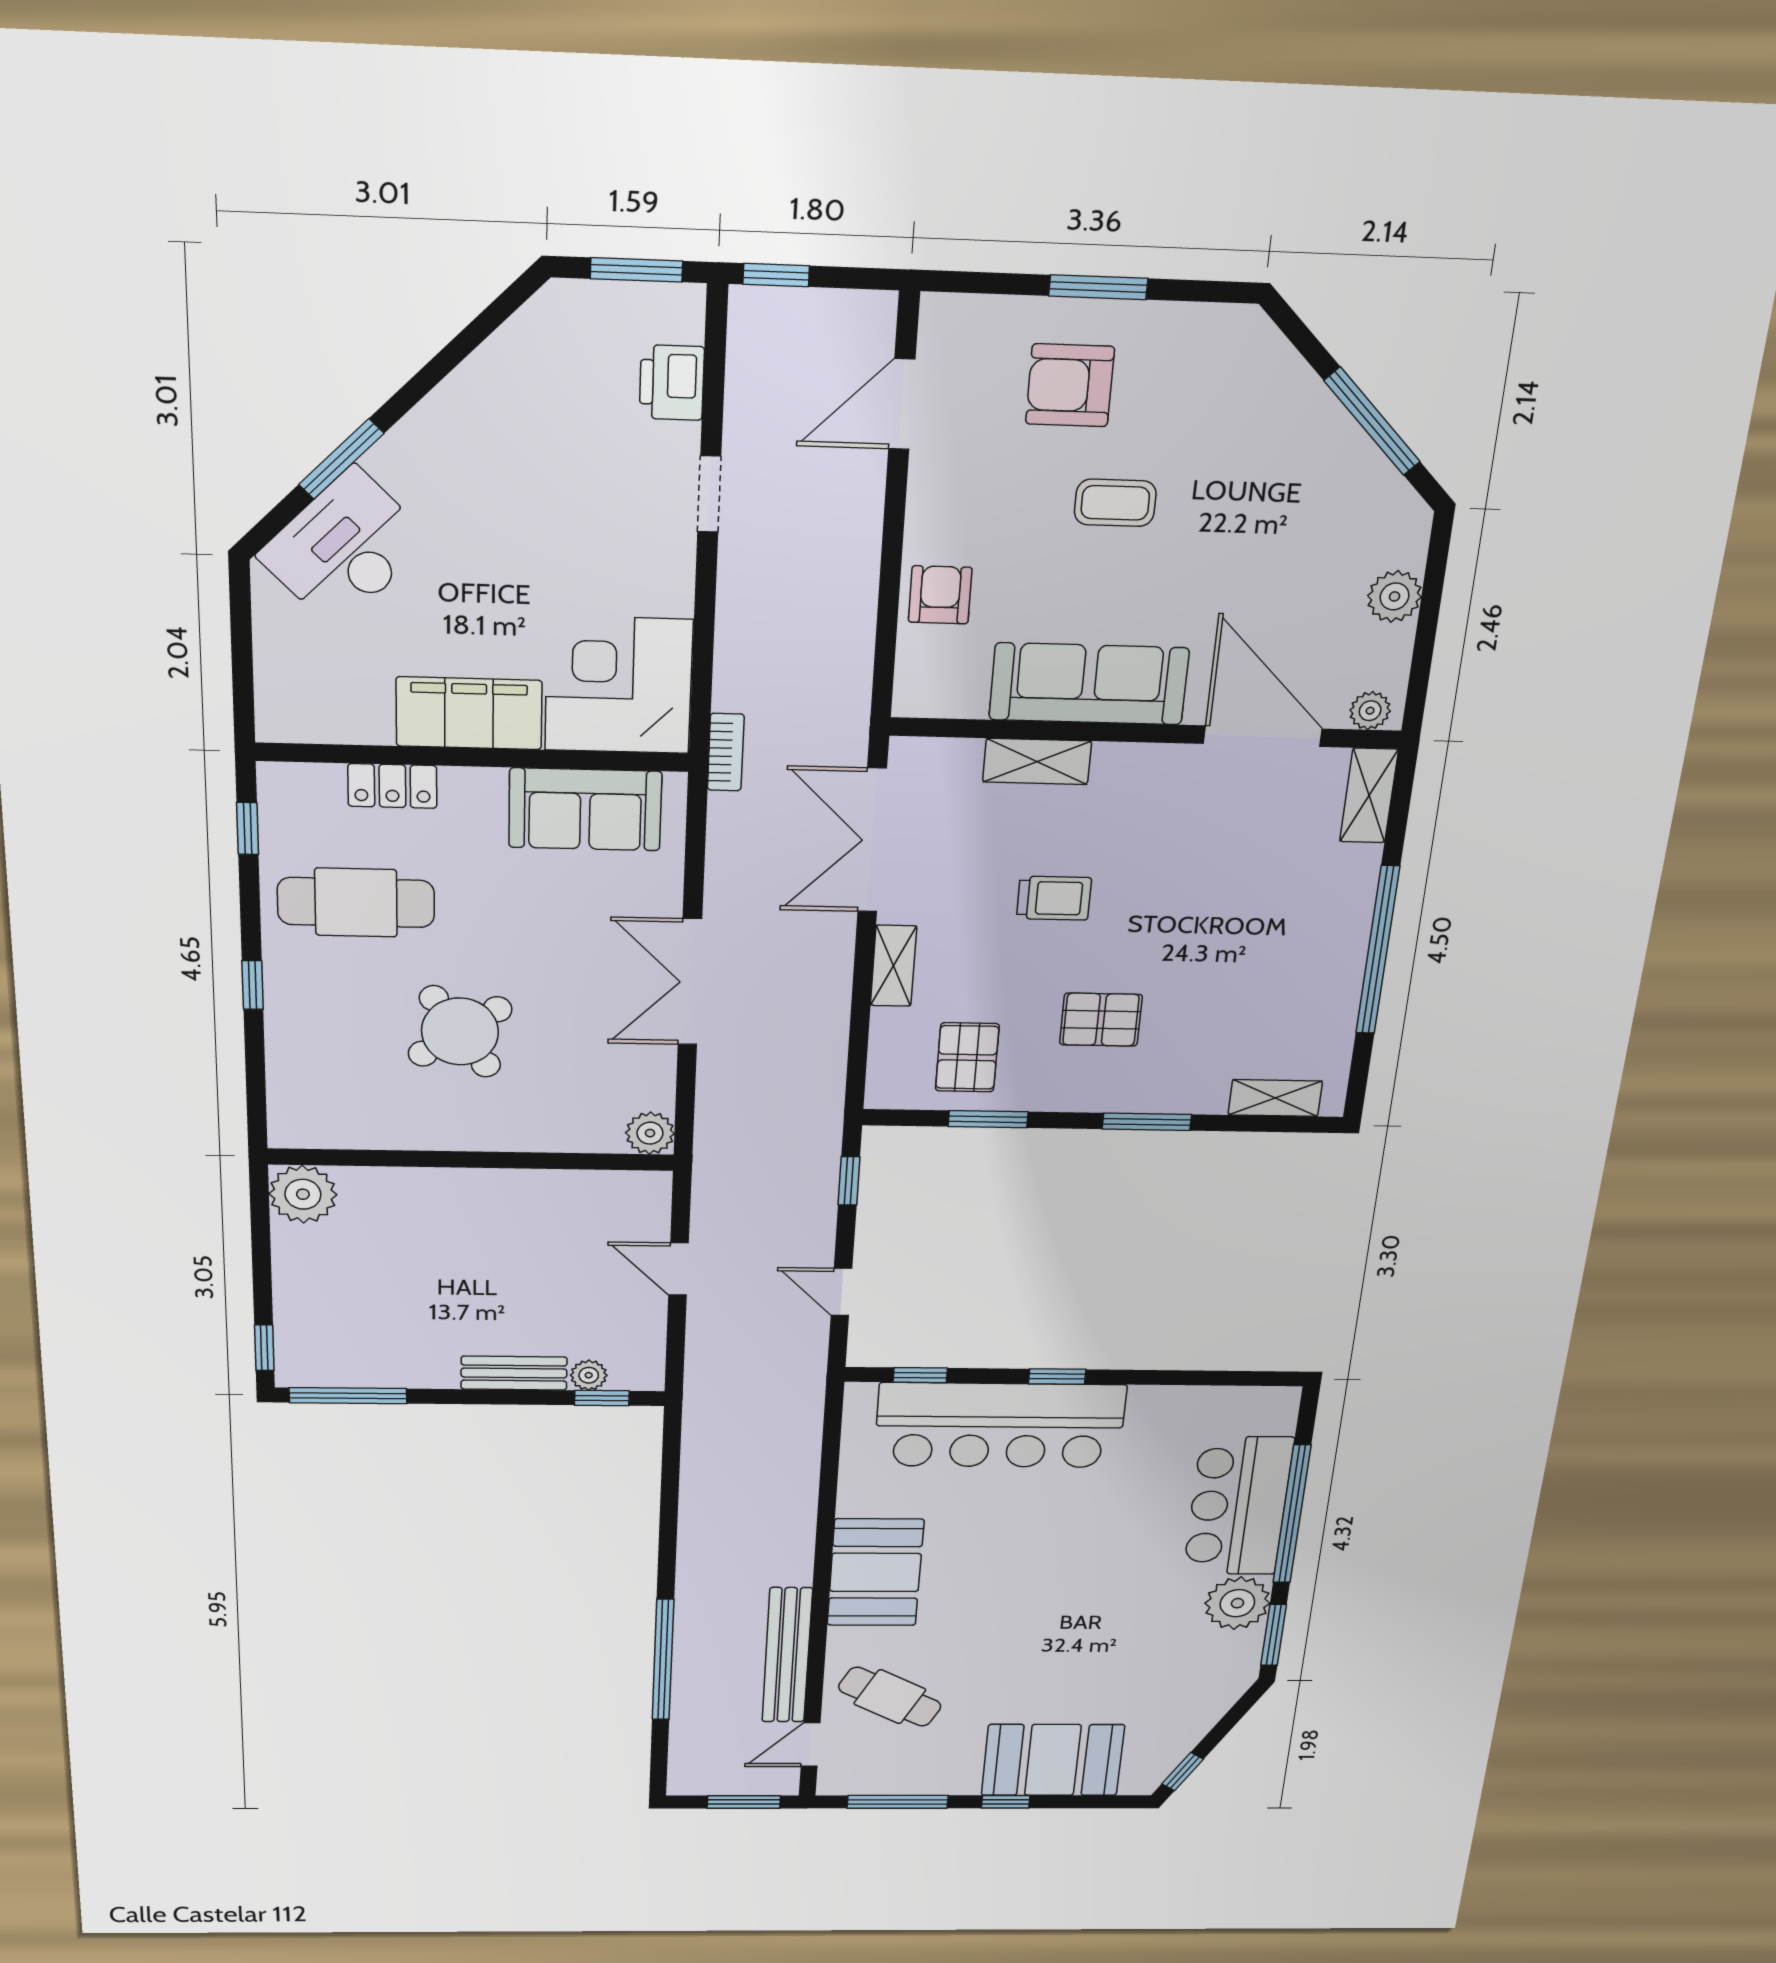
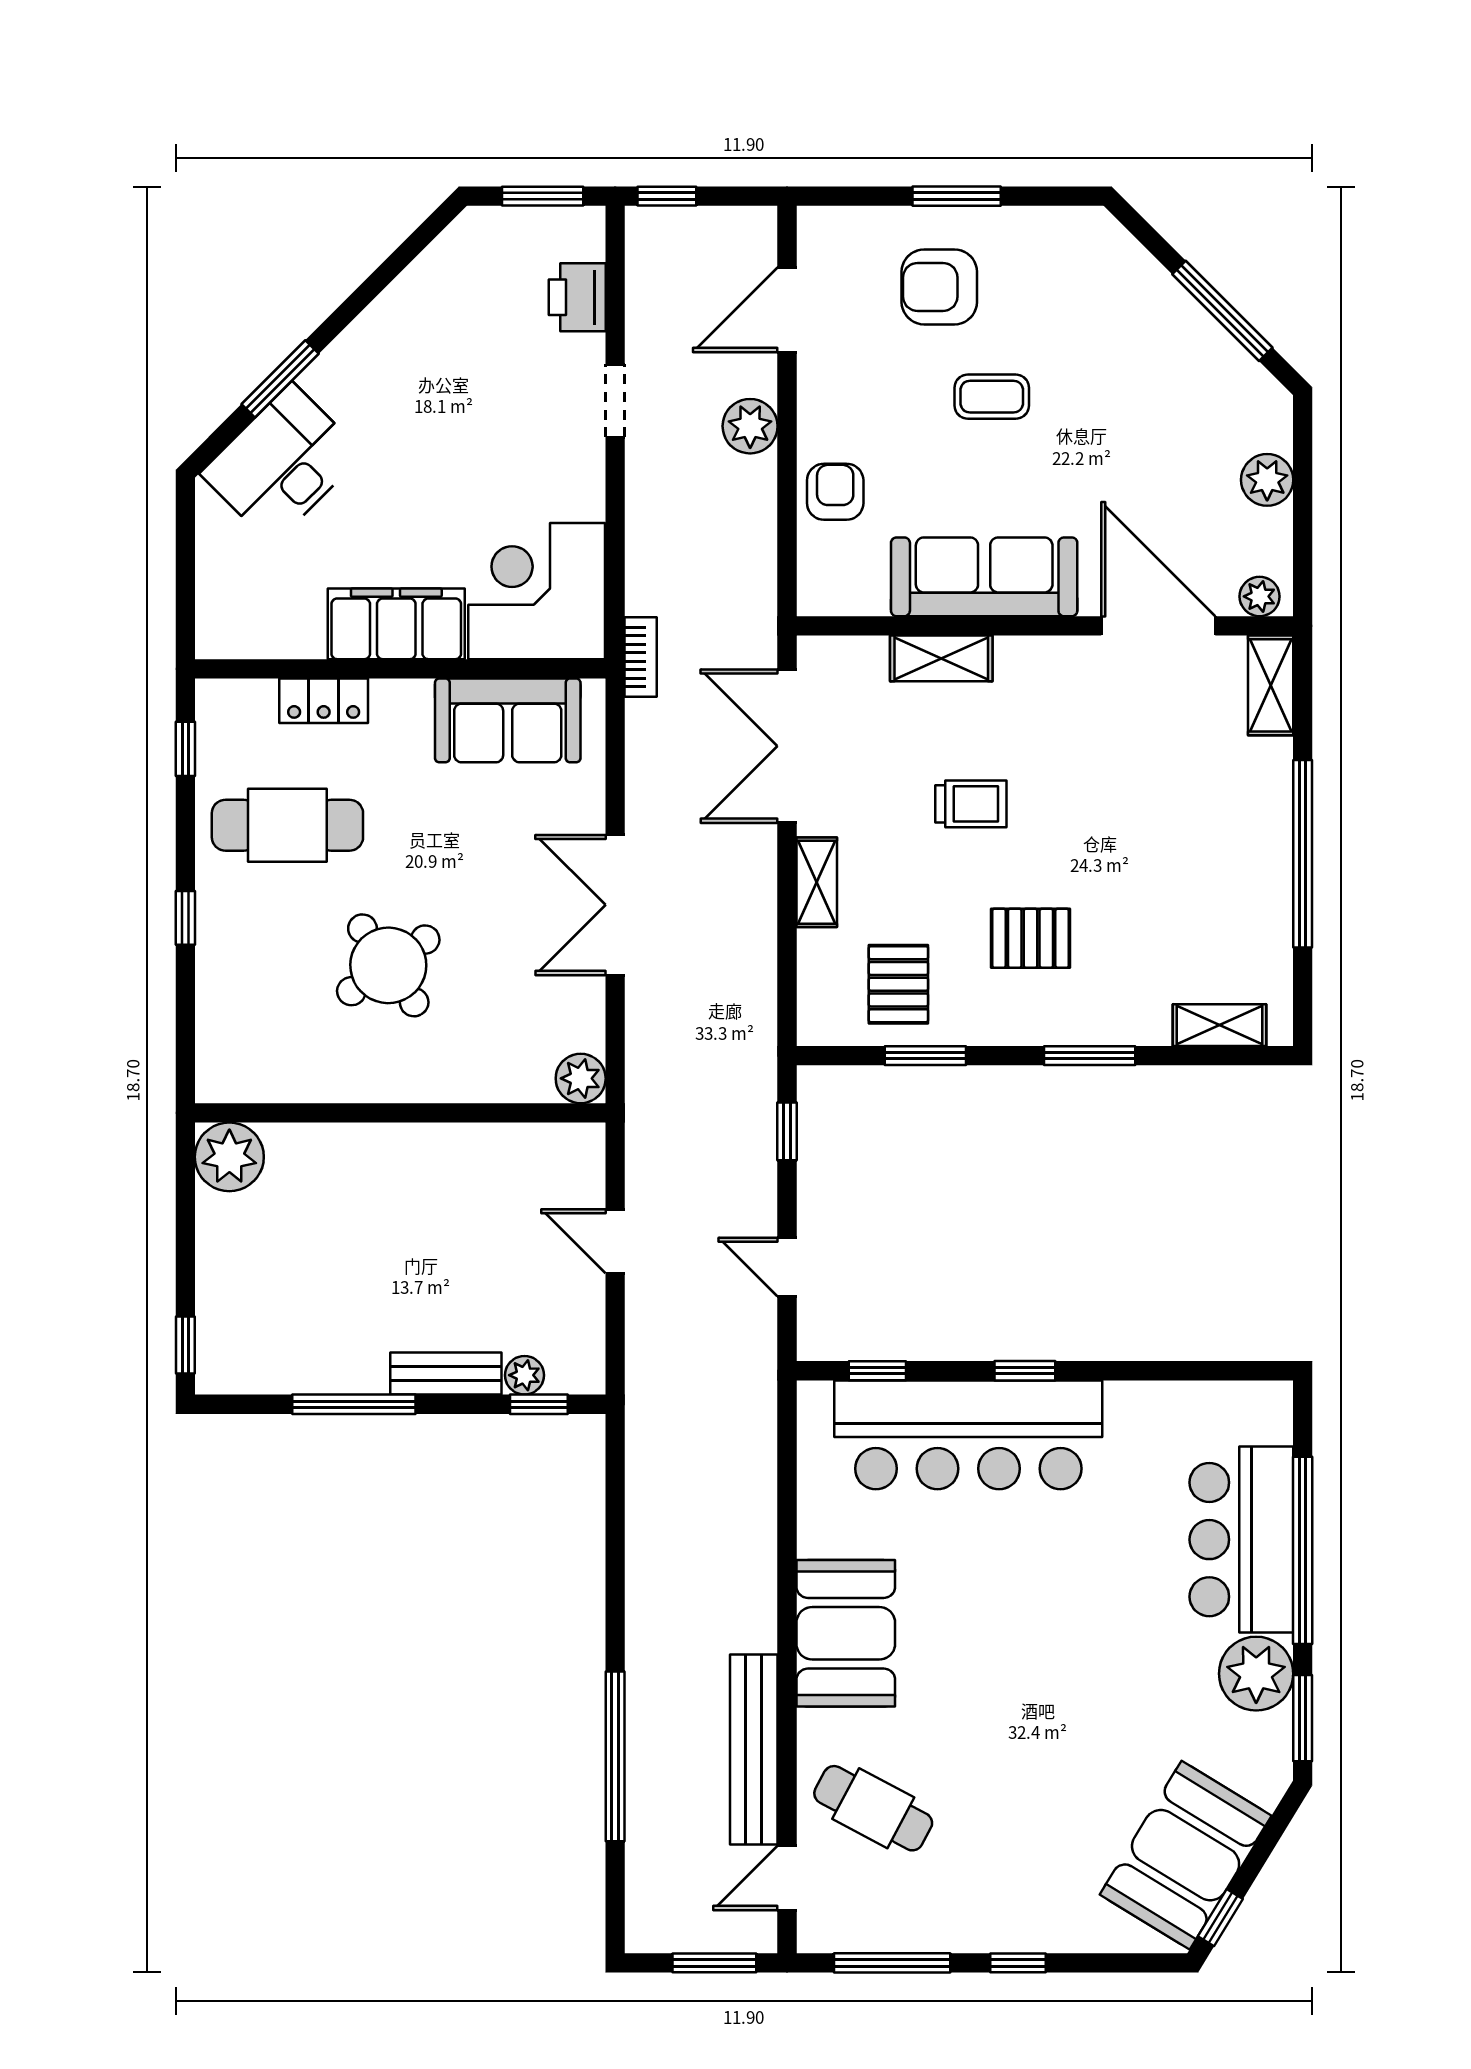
plant: (854, 525) -> (750, 426), added
window: (348, 1396) -> (354, 1404), moved
booth: (1053, 1760) -> (1186, 1855), moved, turned -59

